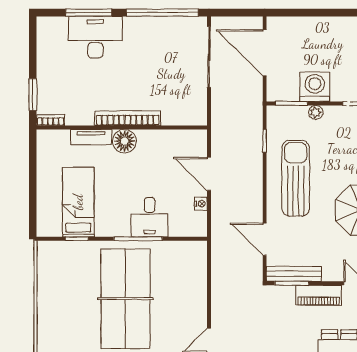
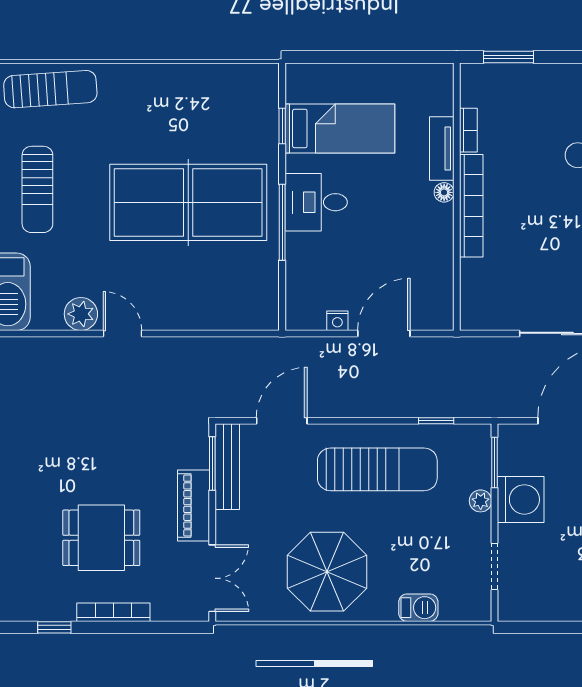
bookcase: (50, 120) -> (468, 130), moved
floor lamp: (125, 141) -> (444, 192), width x0.53, depth x0.53
desk: (150, 217) -> (316, 202), moved

